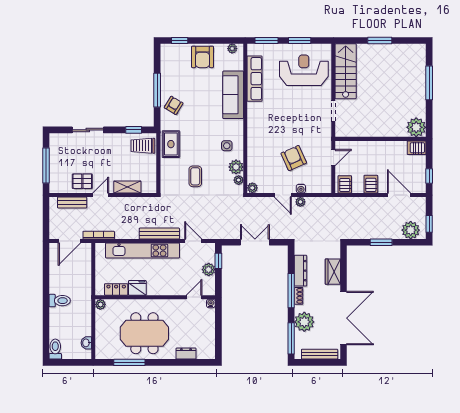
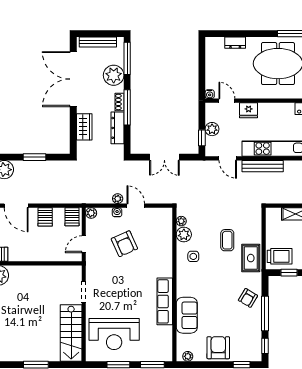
window: (157, 59) -> (265, 346), added
row of seats: (254, 79) -> (165, 301), moved
sofa: (233, 95) -> (187, 315), width x0.73
coffee table: (195, 176) -> (227, 240), moved
plant: (252, 188) -> (91, 213), moved
fridge: (137, 288) -> (249, 110), moved
door: (194, 297) -> (227, 101), swing flipped

